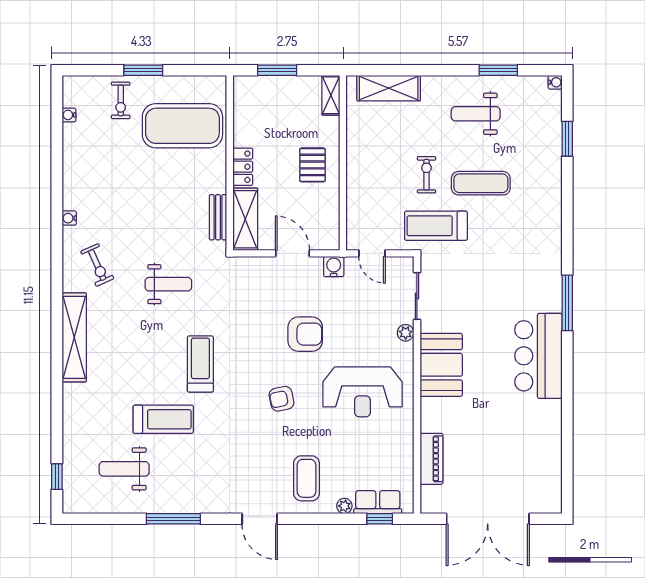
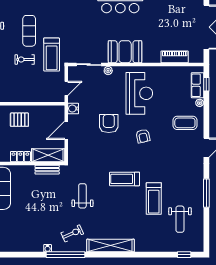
window: (57, 252) -> (66, 255), added
treadmill: (163, 419) -> (154, 199), turned 180

